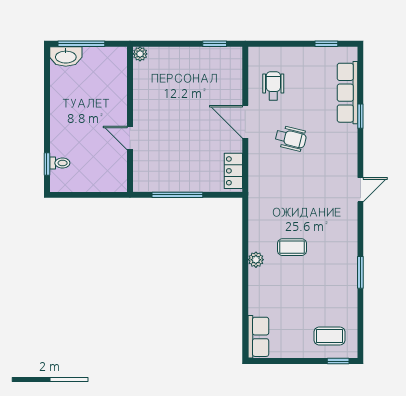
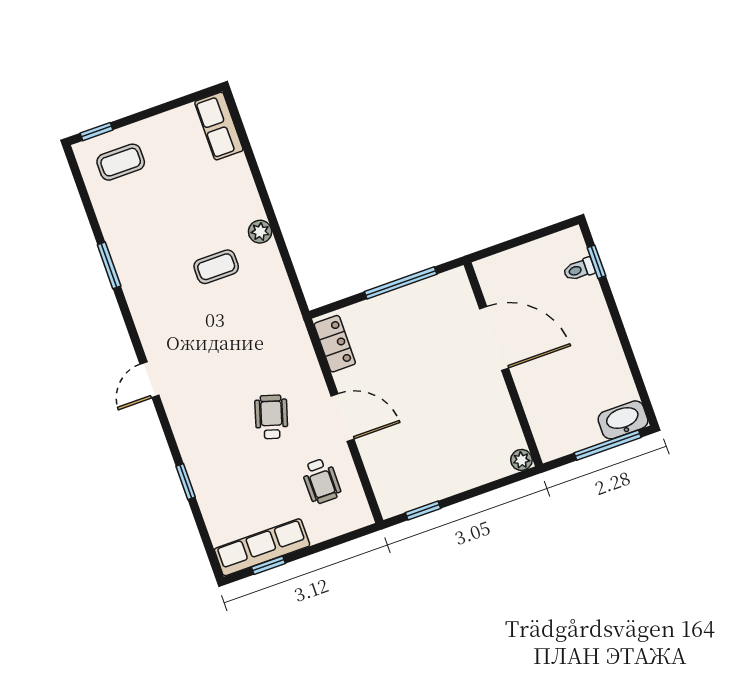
row of seats: (347, 93) -> (262, 547), moved, turned -90
door: (130, 138) -> (494, 338), width x1.88
wheelchair: (291, 138) -> (271, 417), turned 93

